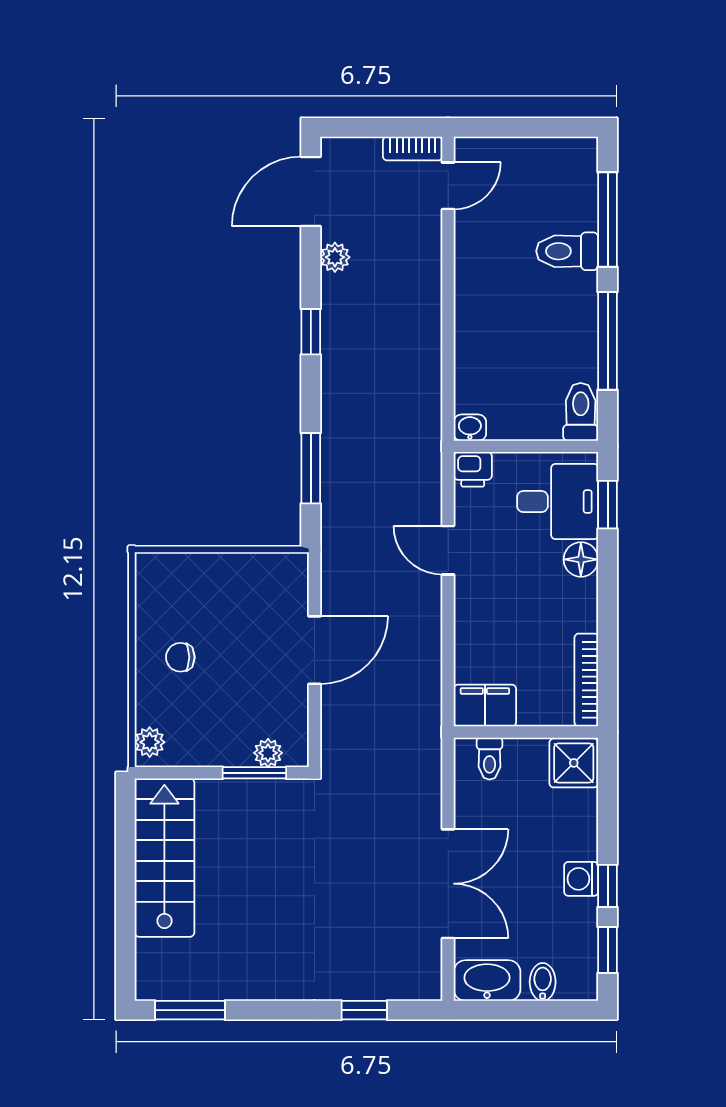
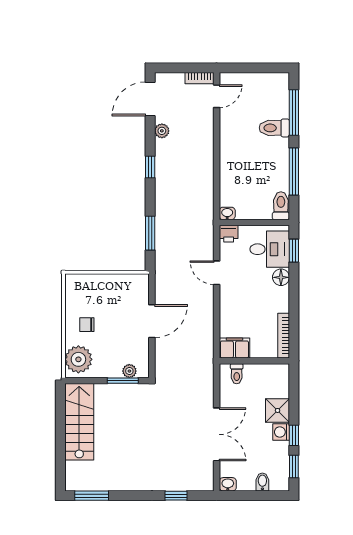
plant: (150, 742) -> (78, 359), width x1.87, depth x1.87
shower: (574, 763) -> (278, 410), moved
washbasin: (487, 981) -> (228, 484), width x0.52, depth x0.69

